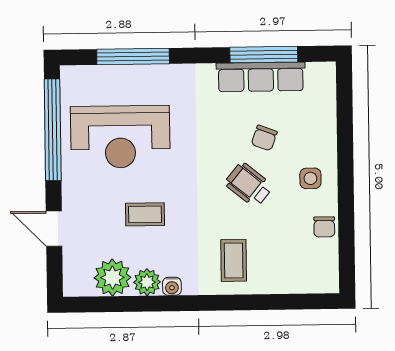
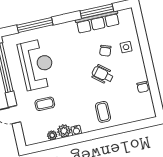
reception desk: (120, 137) -> (37, 64), turned -90
side table: (310, 178) -> (126, 47), moved
coffee table: (145, 214) -> (45, 104), moved
plant: (112, 278) -> (52, 135), width x0.53, depth x0.53

